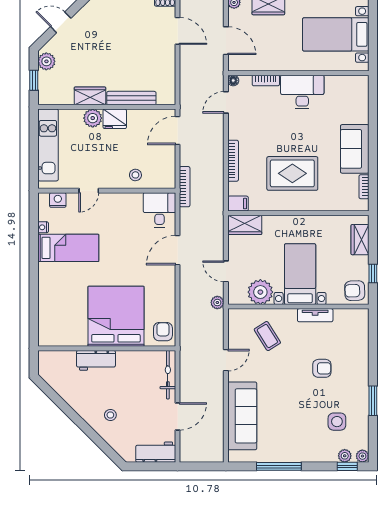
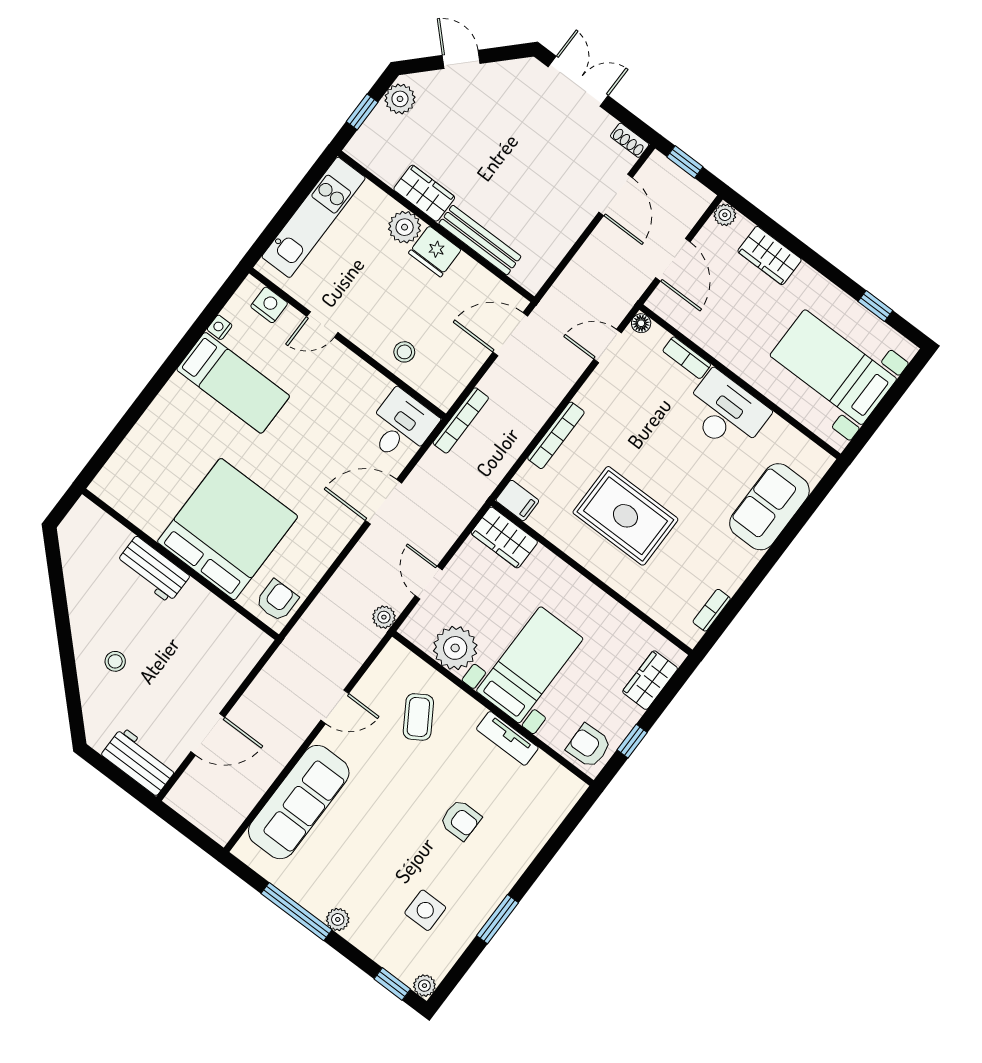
sofa: (355, 149) -> (769, 507), moved
bicycle: (168, 375) -> (238, 666), removed
plant: (345, 456) -> (338, 919), moved

